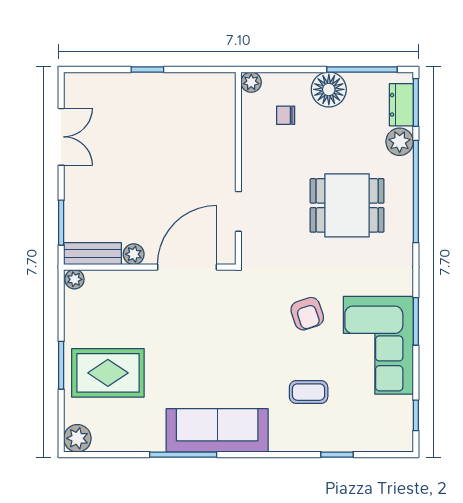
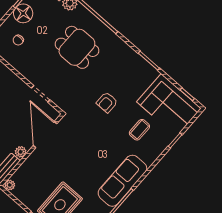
dining table: (347, 205) -> (77, 47), turned 90
armchair: (307, 314) -> (107, 102), turned 108
corner sofa: (378, 345) -> (169, 105), moved

